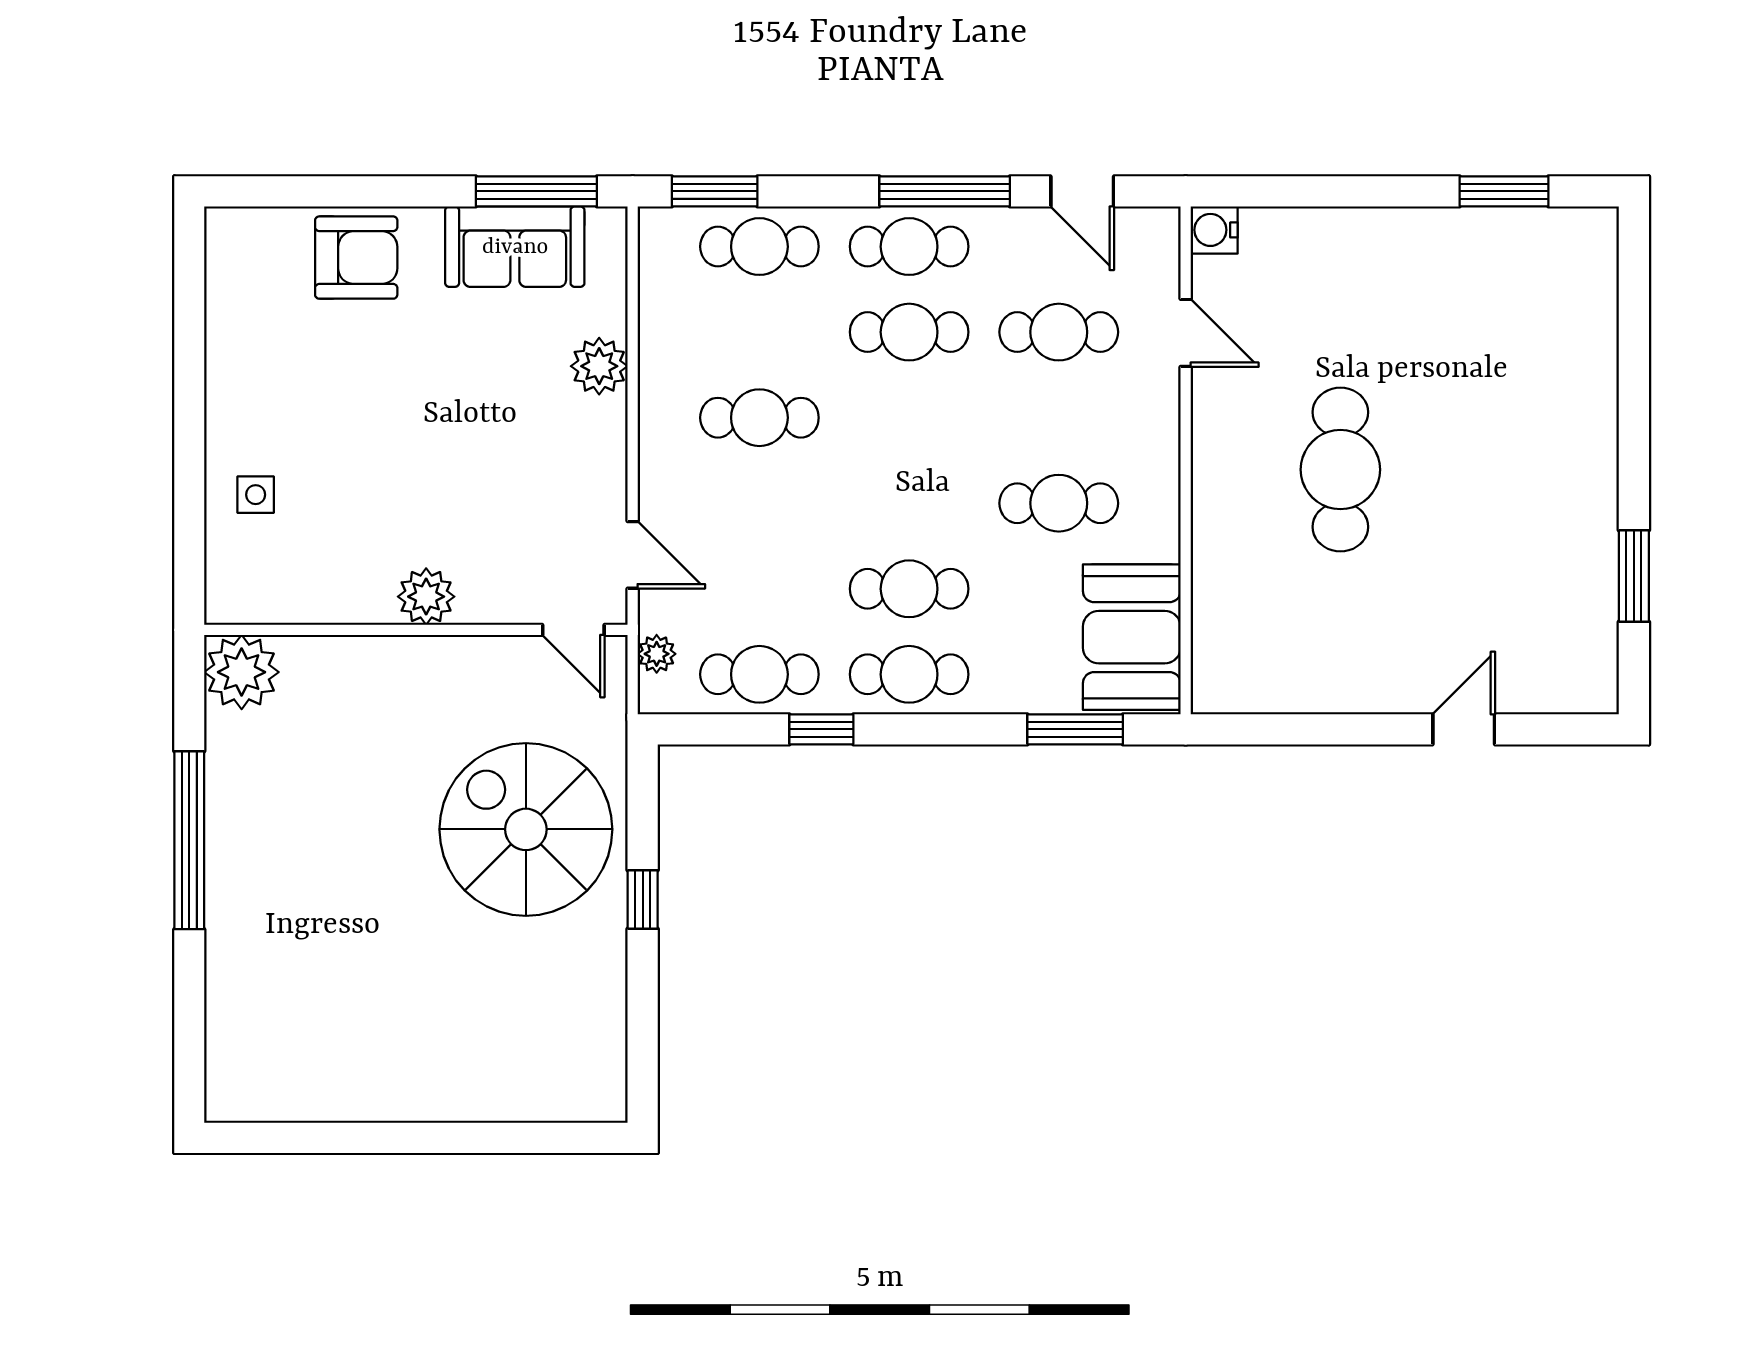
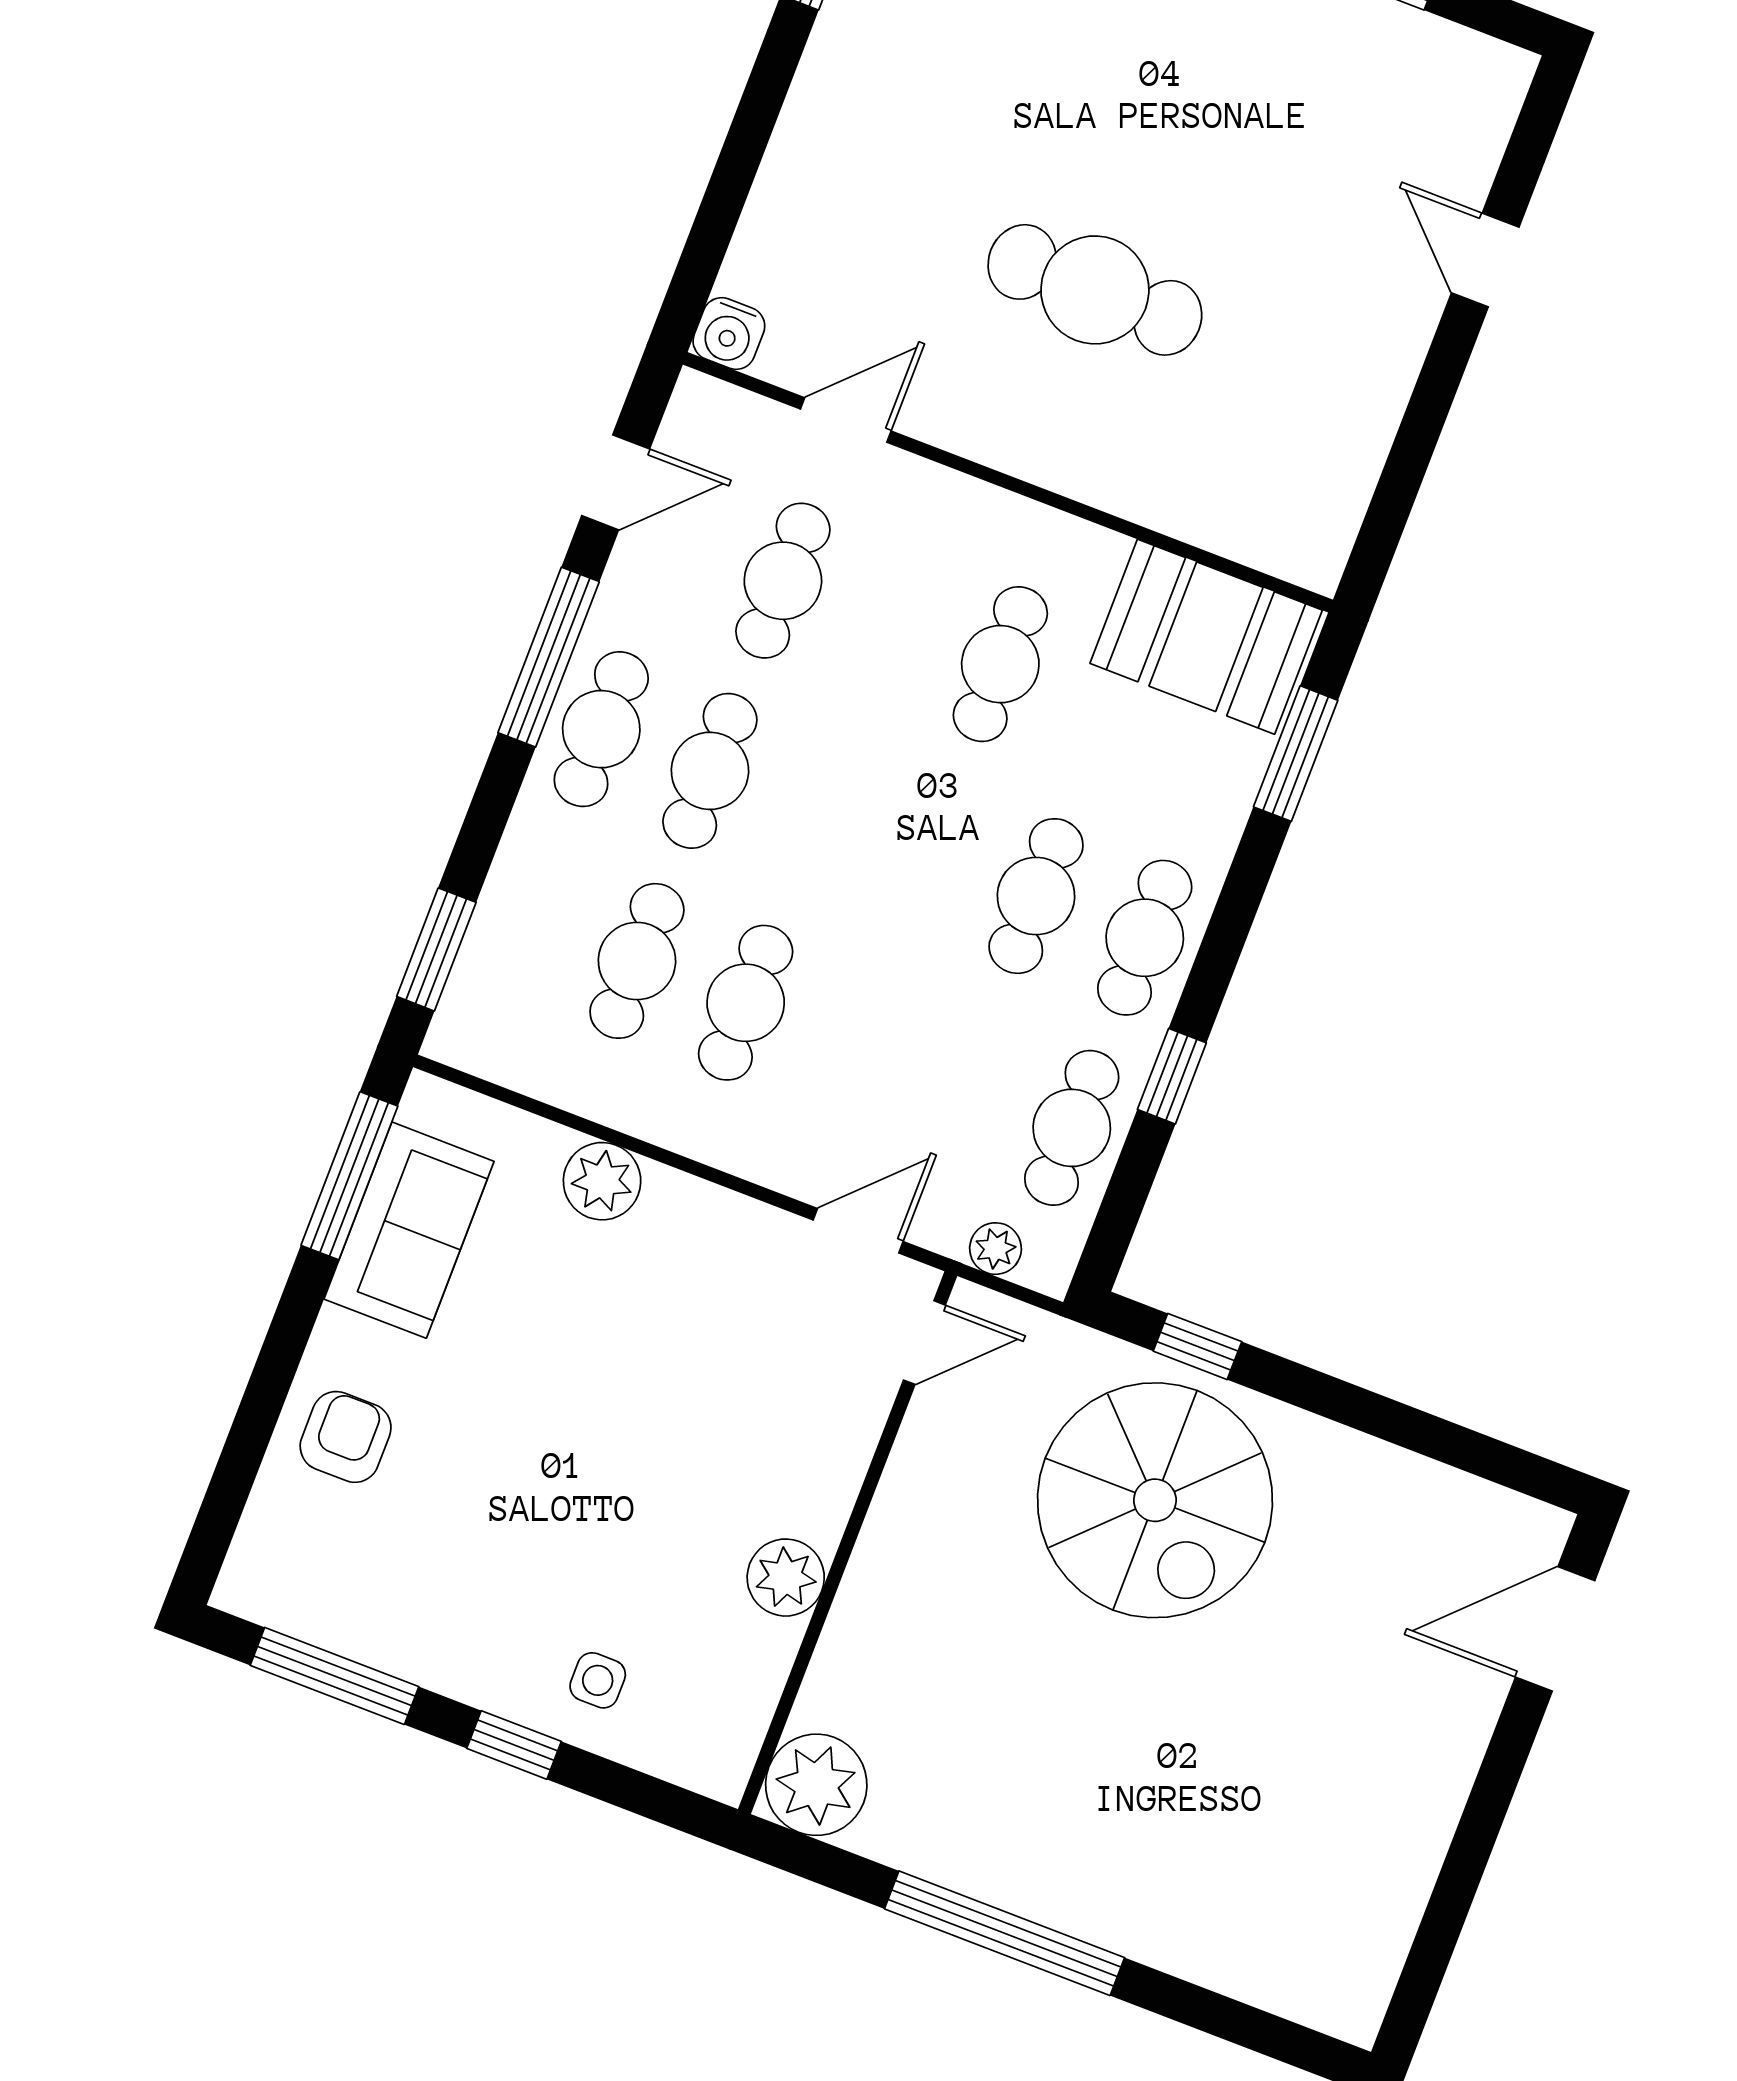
cafe table: (759, 247) -> (637, 961), moved
armchair: (356, 258) -> (346, 1437), width x0.72, depth x0.72
window: (189, 313) -> (334, 1676), added
window: (189, 454) -> (514, 1745), added
plant: (426, 597) -> (786, 1578), moved
spiral stairs: (526, 829) -> (1155, 1500), turned -90
window: (643, 899) -> (1197, 1346), moved
door: (543, 1138) -> (1555, 1629), added

